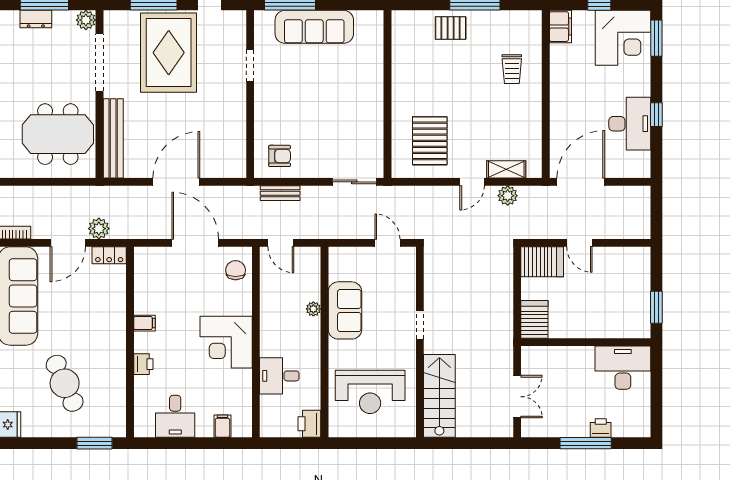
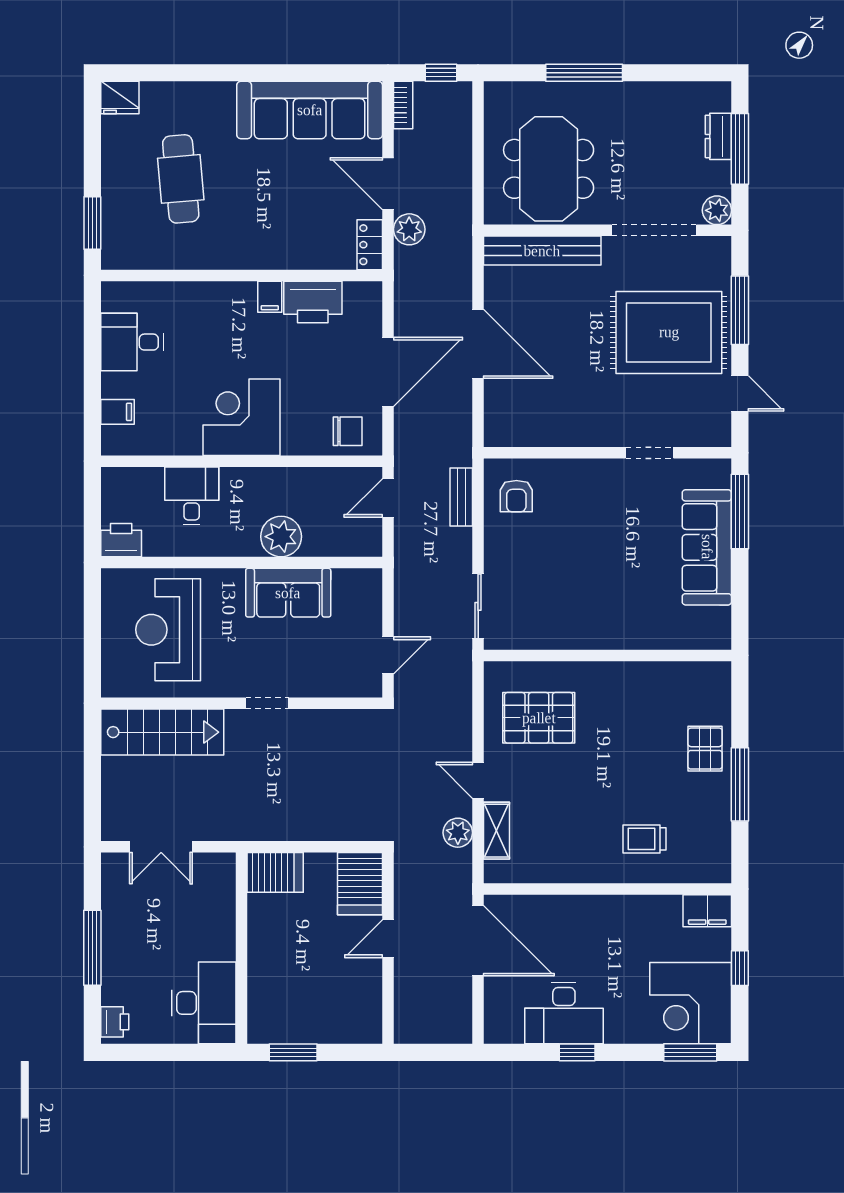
plant: (313, 309) -> (281, 537), width x1.87, depth x1.87
printer: (143, 364) -> (313, 302), moved, width x1.87, depth x1.48
cafe table: (65, 383) -> (181, 179), turned -71
printer: (601, 428) -> (115, 1022), moved

